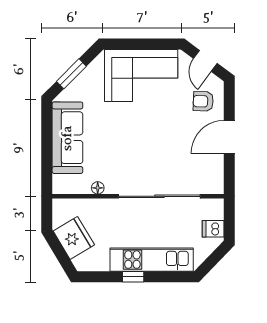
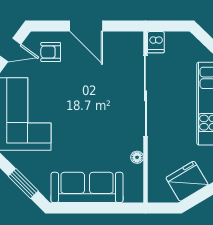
armchair: (203, 101) -> (51, 52), turned 88
dishwasher: (213, 229) -> (156, 42), moved

